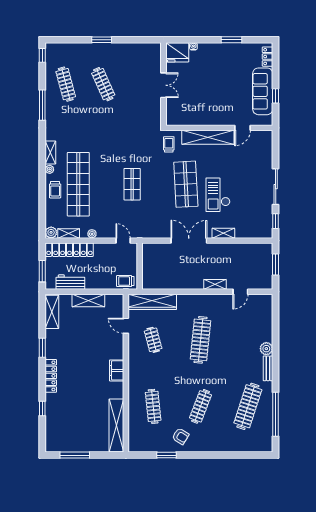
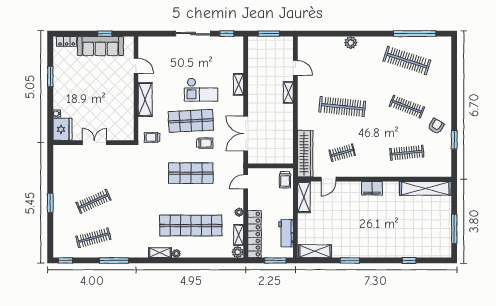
shelving: (208, 137) -> (145, 99), width x0.68
shop shelf: (132, 184) -> (191, 173), width x1.43, depth x1.36
trolley: (55, 190) -> (205, 143), moved
double door: (189, 241) -> (246, 134), moved
shelving: (88, 300) -> (304, 197), moved
bench: (268, 368) -> (370, 41), removed
locker: (51, 376) -> (377, 252), removed

